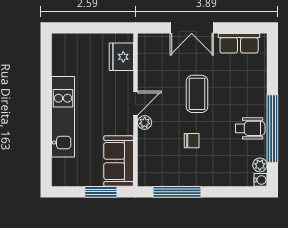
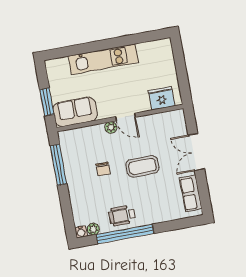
wheelchair: (250, 128) -> (122, 216), turned 90

